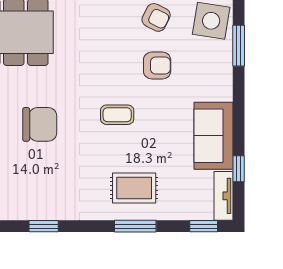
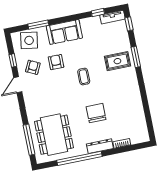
sofa: (214, 136) -> (64, 32), moved
rug: (134, 188) -> (117, 61), turned 90
window: (44, 226) -> (145, 101), removed

